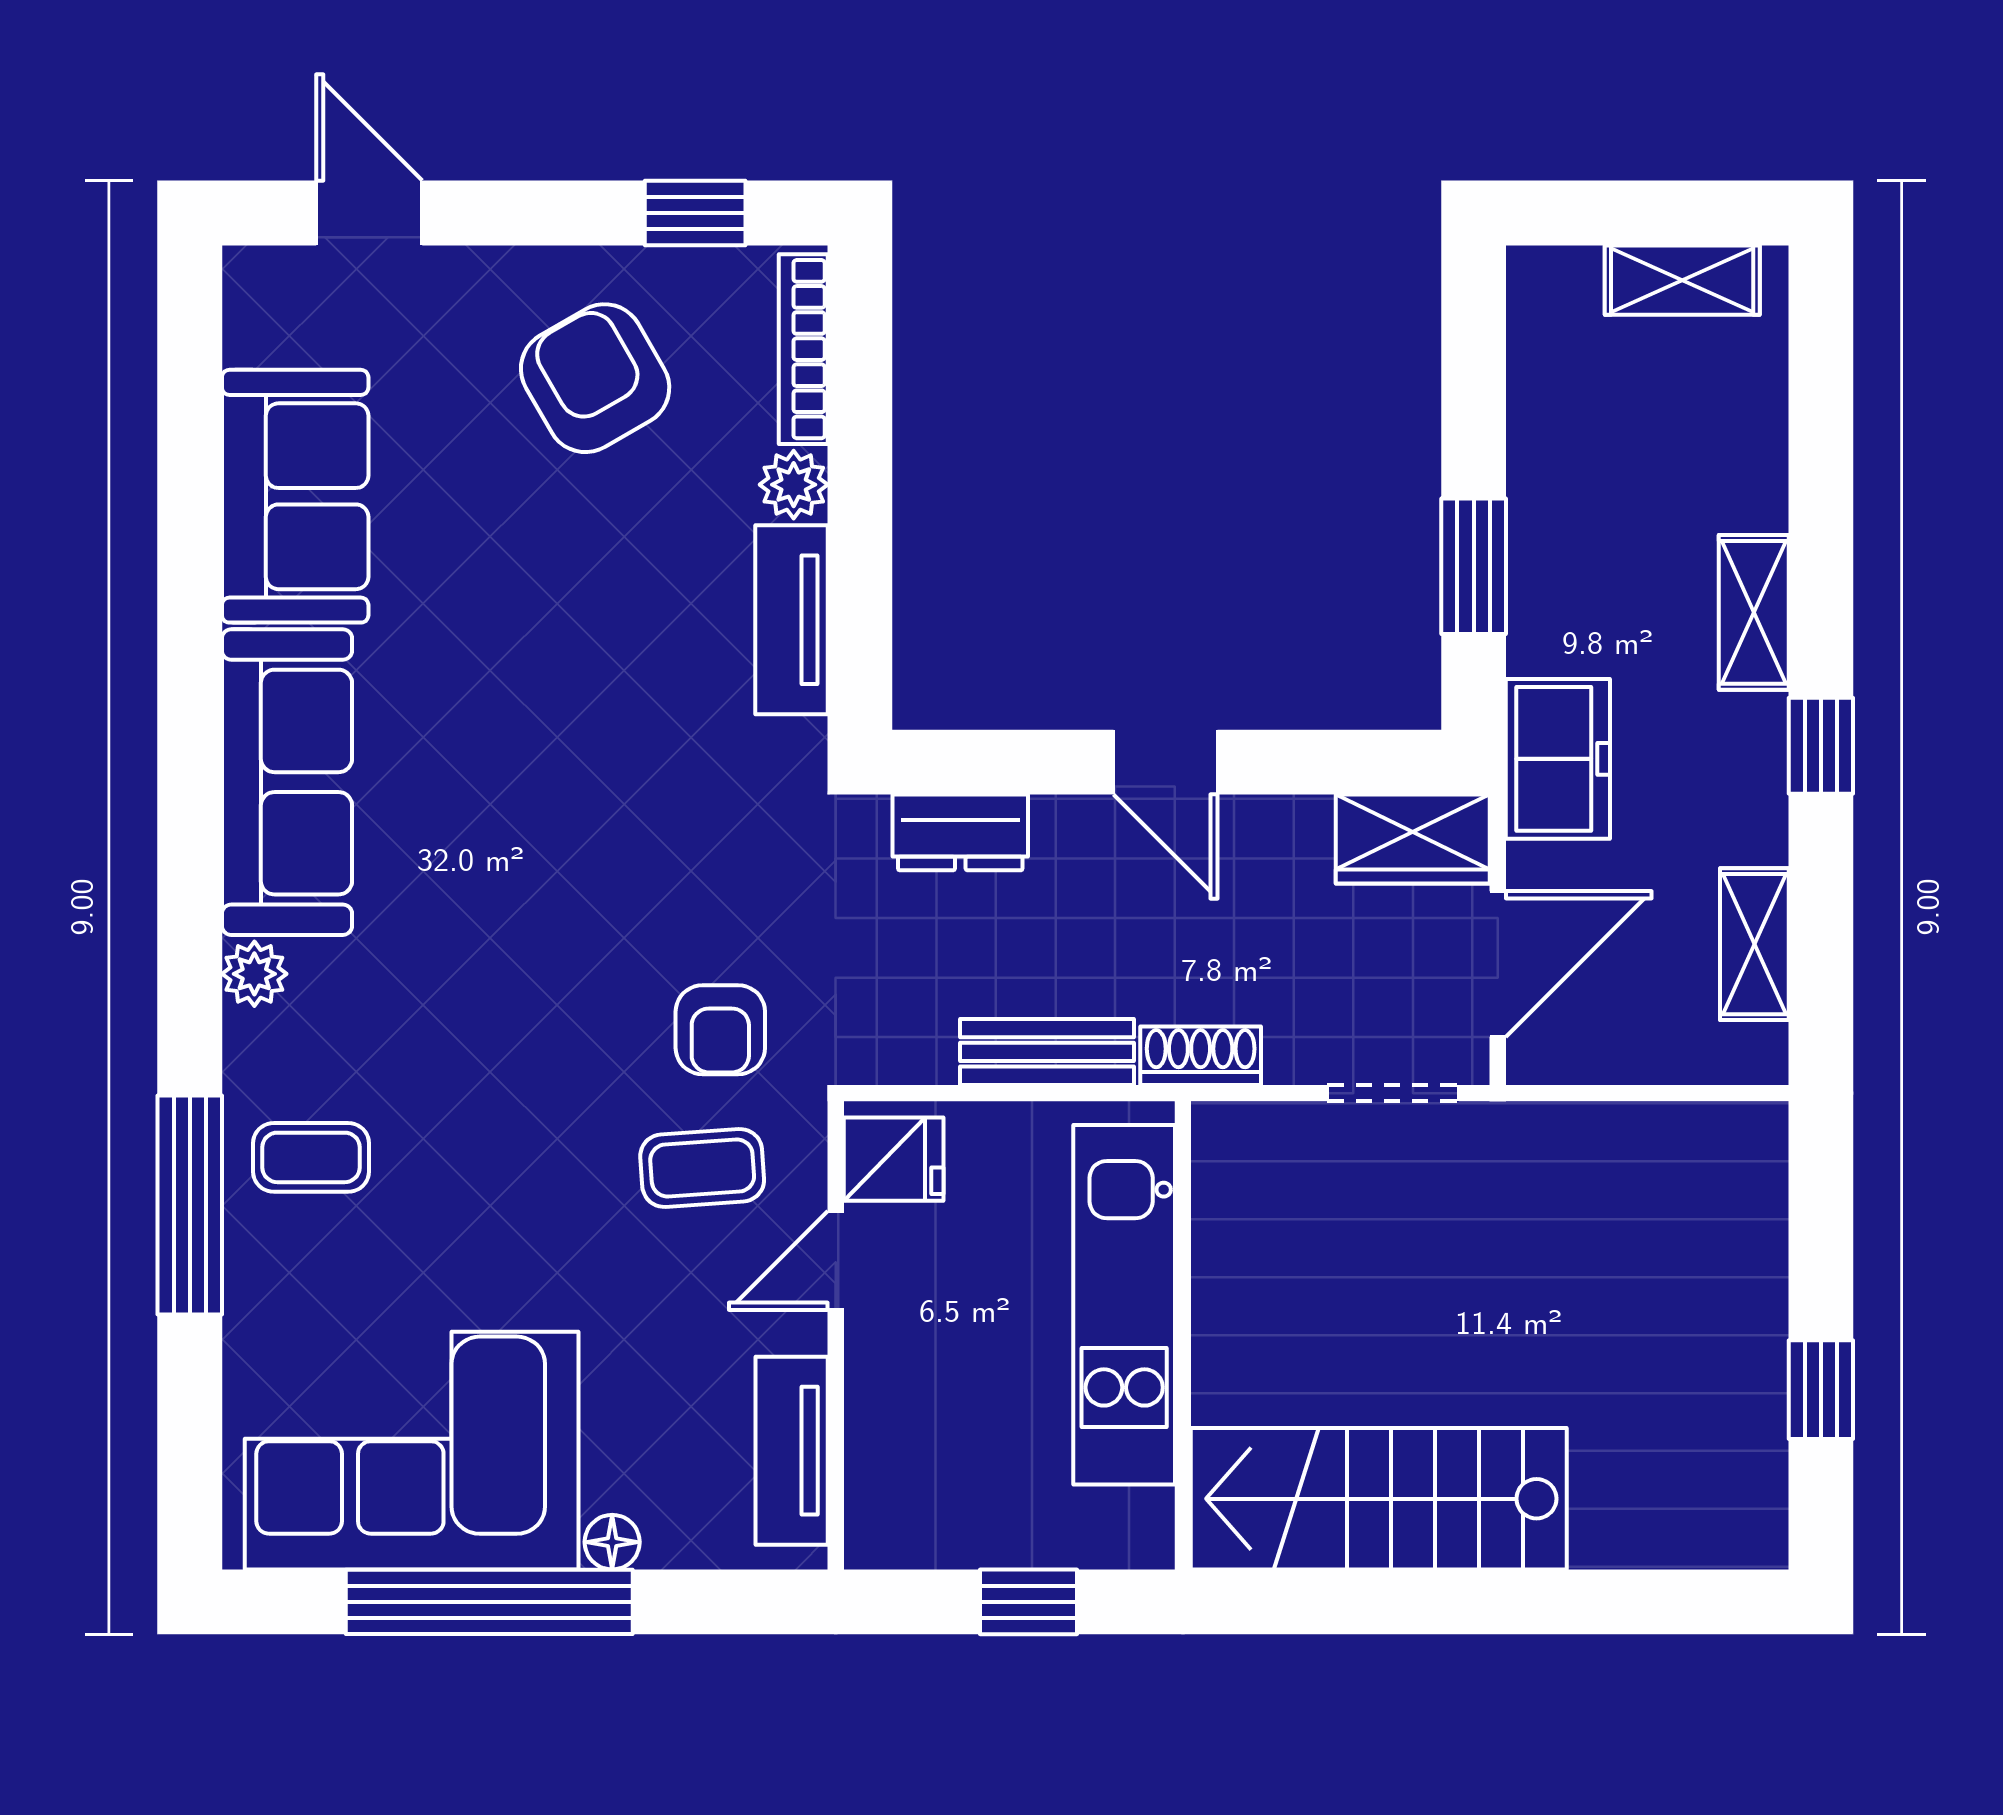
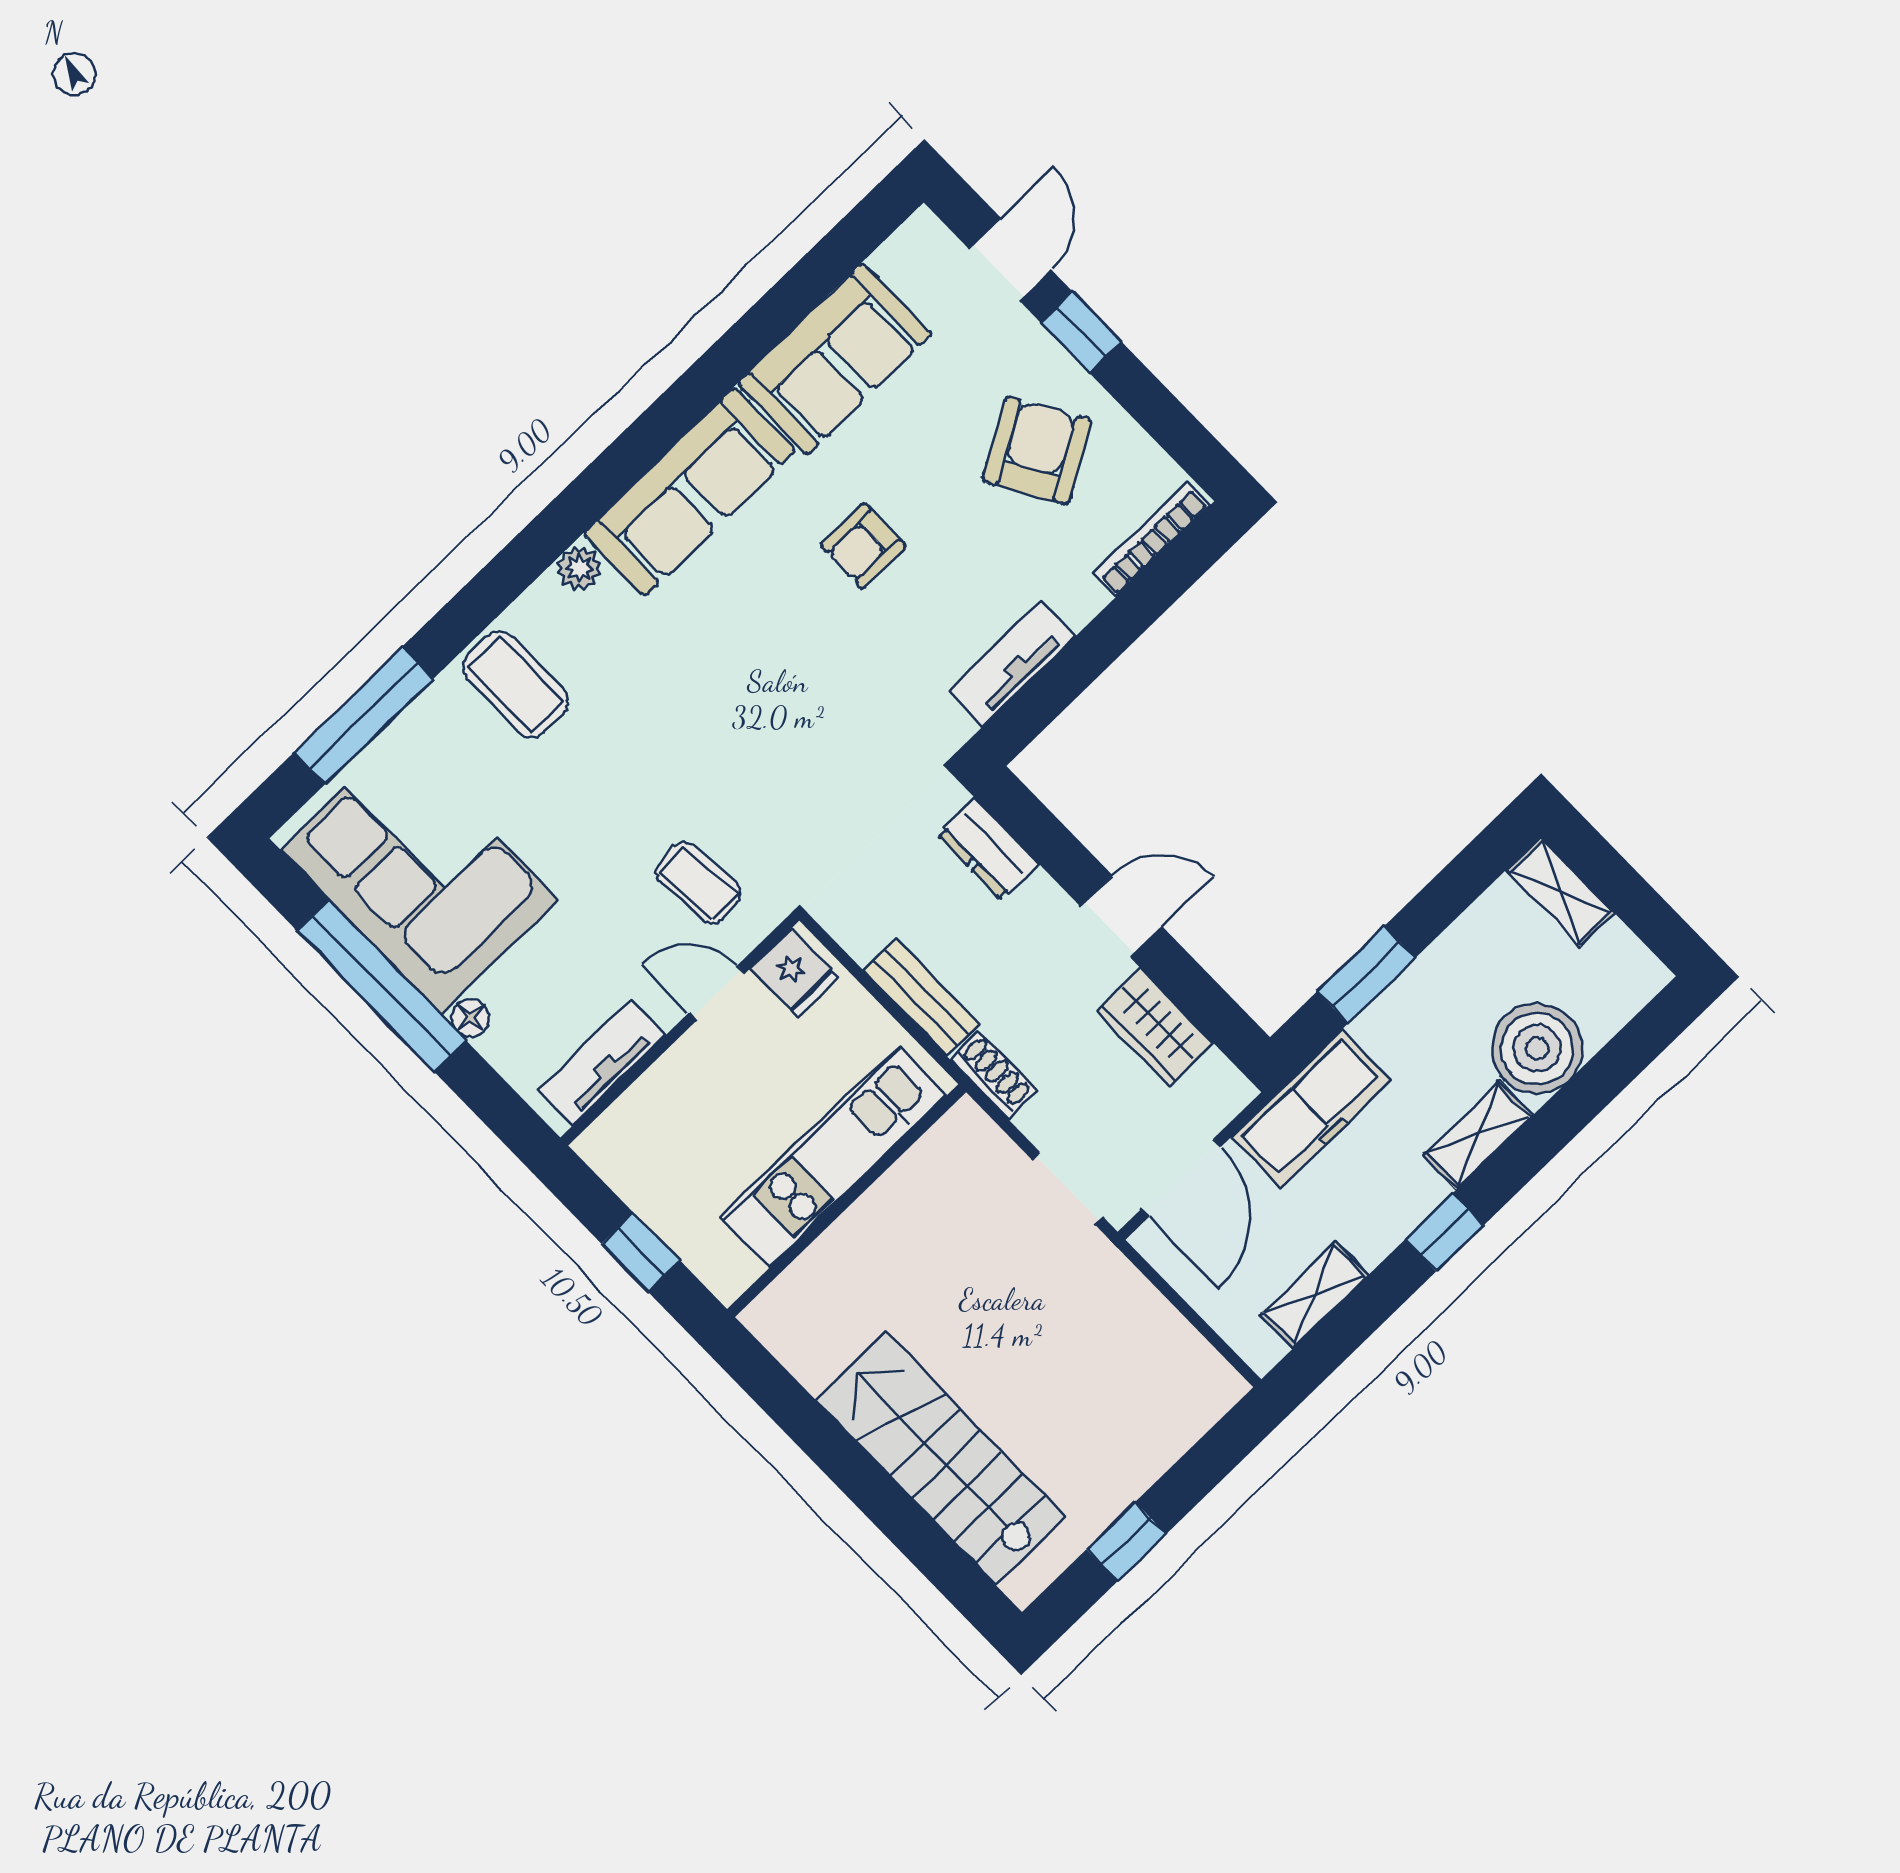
window: (695, 213) -> (1081, 332), moved
shelving: (1682, 280) -> (1560, 891), moved
boiler: (1723, 463) -> (1537, 1048), added
plant: (794, 485) -> (1080, 600), removed
freezer: (1558, 759) -> (1312, 1109), width x1.40
door: (1166, 762) -> (1122, 917), swing flipped
wardrobe: (1413, 839) -> (1155, 1027), moved
door: (1498, 964) -> (1181, 1178), hinge flipped
armchair: (720, 1030) -> (863, 546), moved
coffee table: (311, 1157) -> (516, 684), width x1.36, depth x1.30
window: (190, 1205) -> (364, 715), moved
stairs: (1379, 1499) -> (940, 1458), moved

